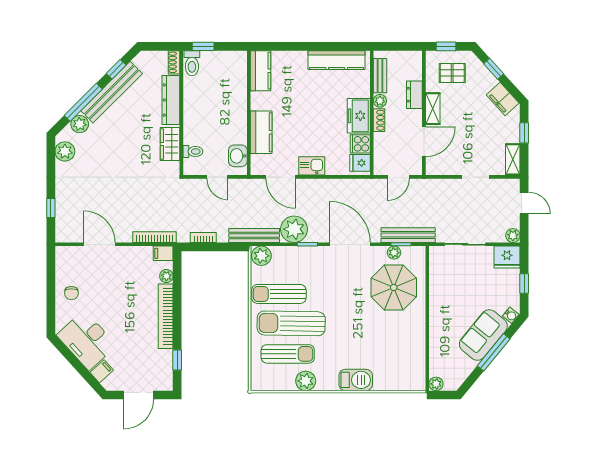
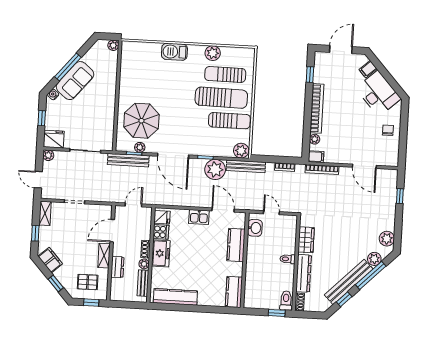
toilet: (193, 151) -> (288, 259), moved

